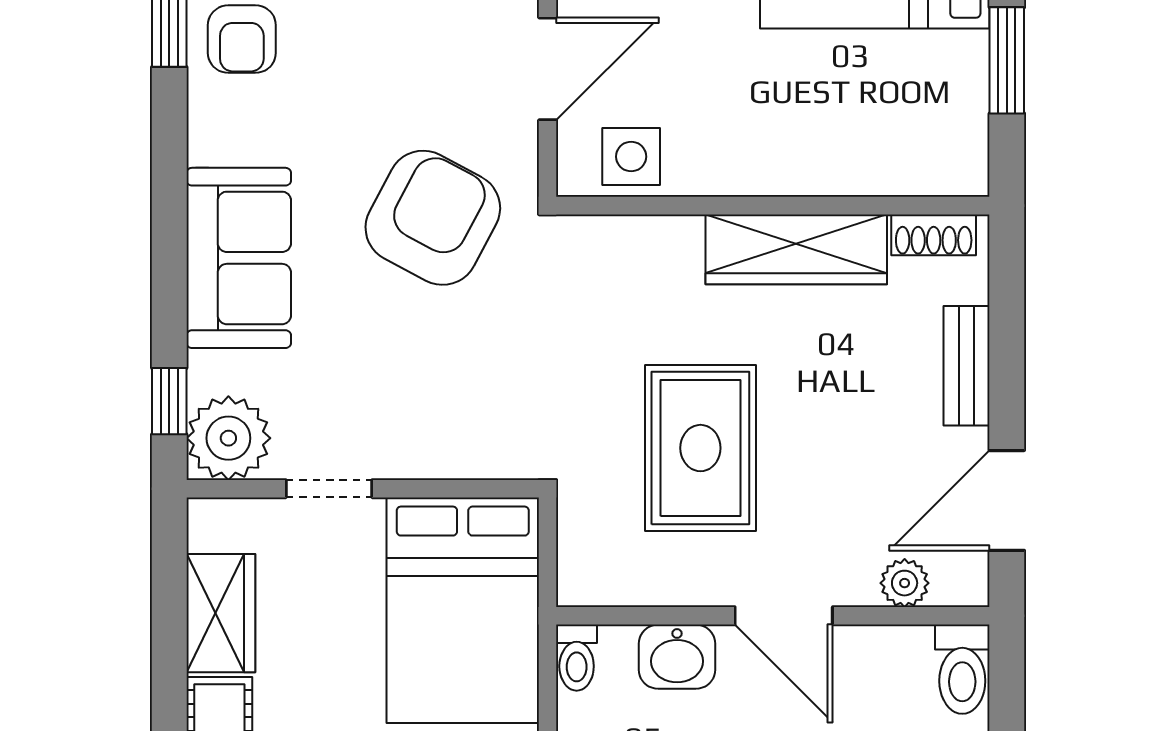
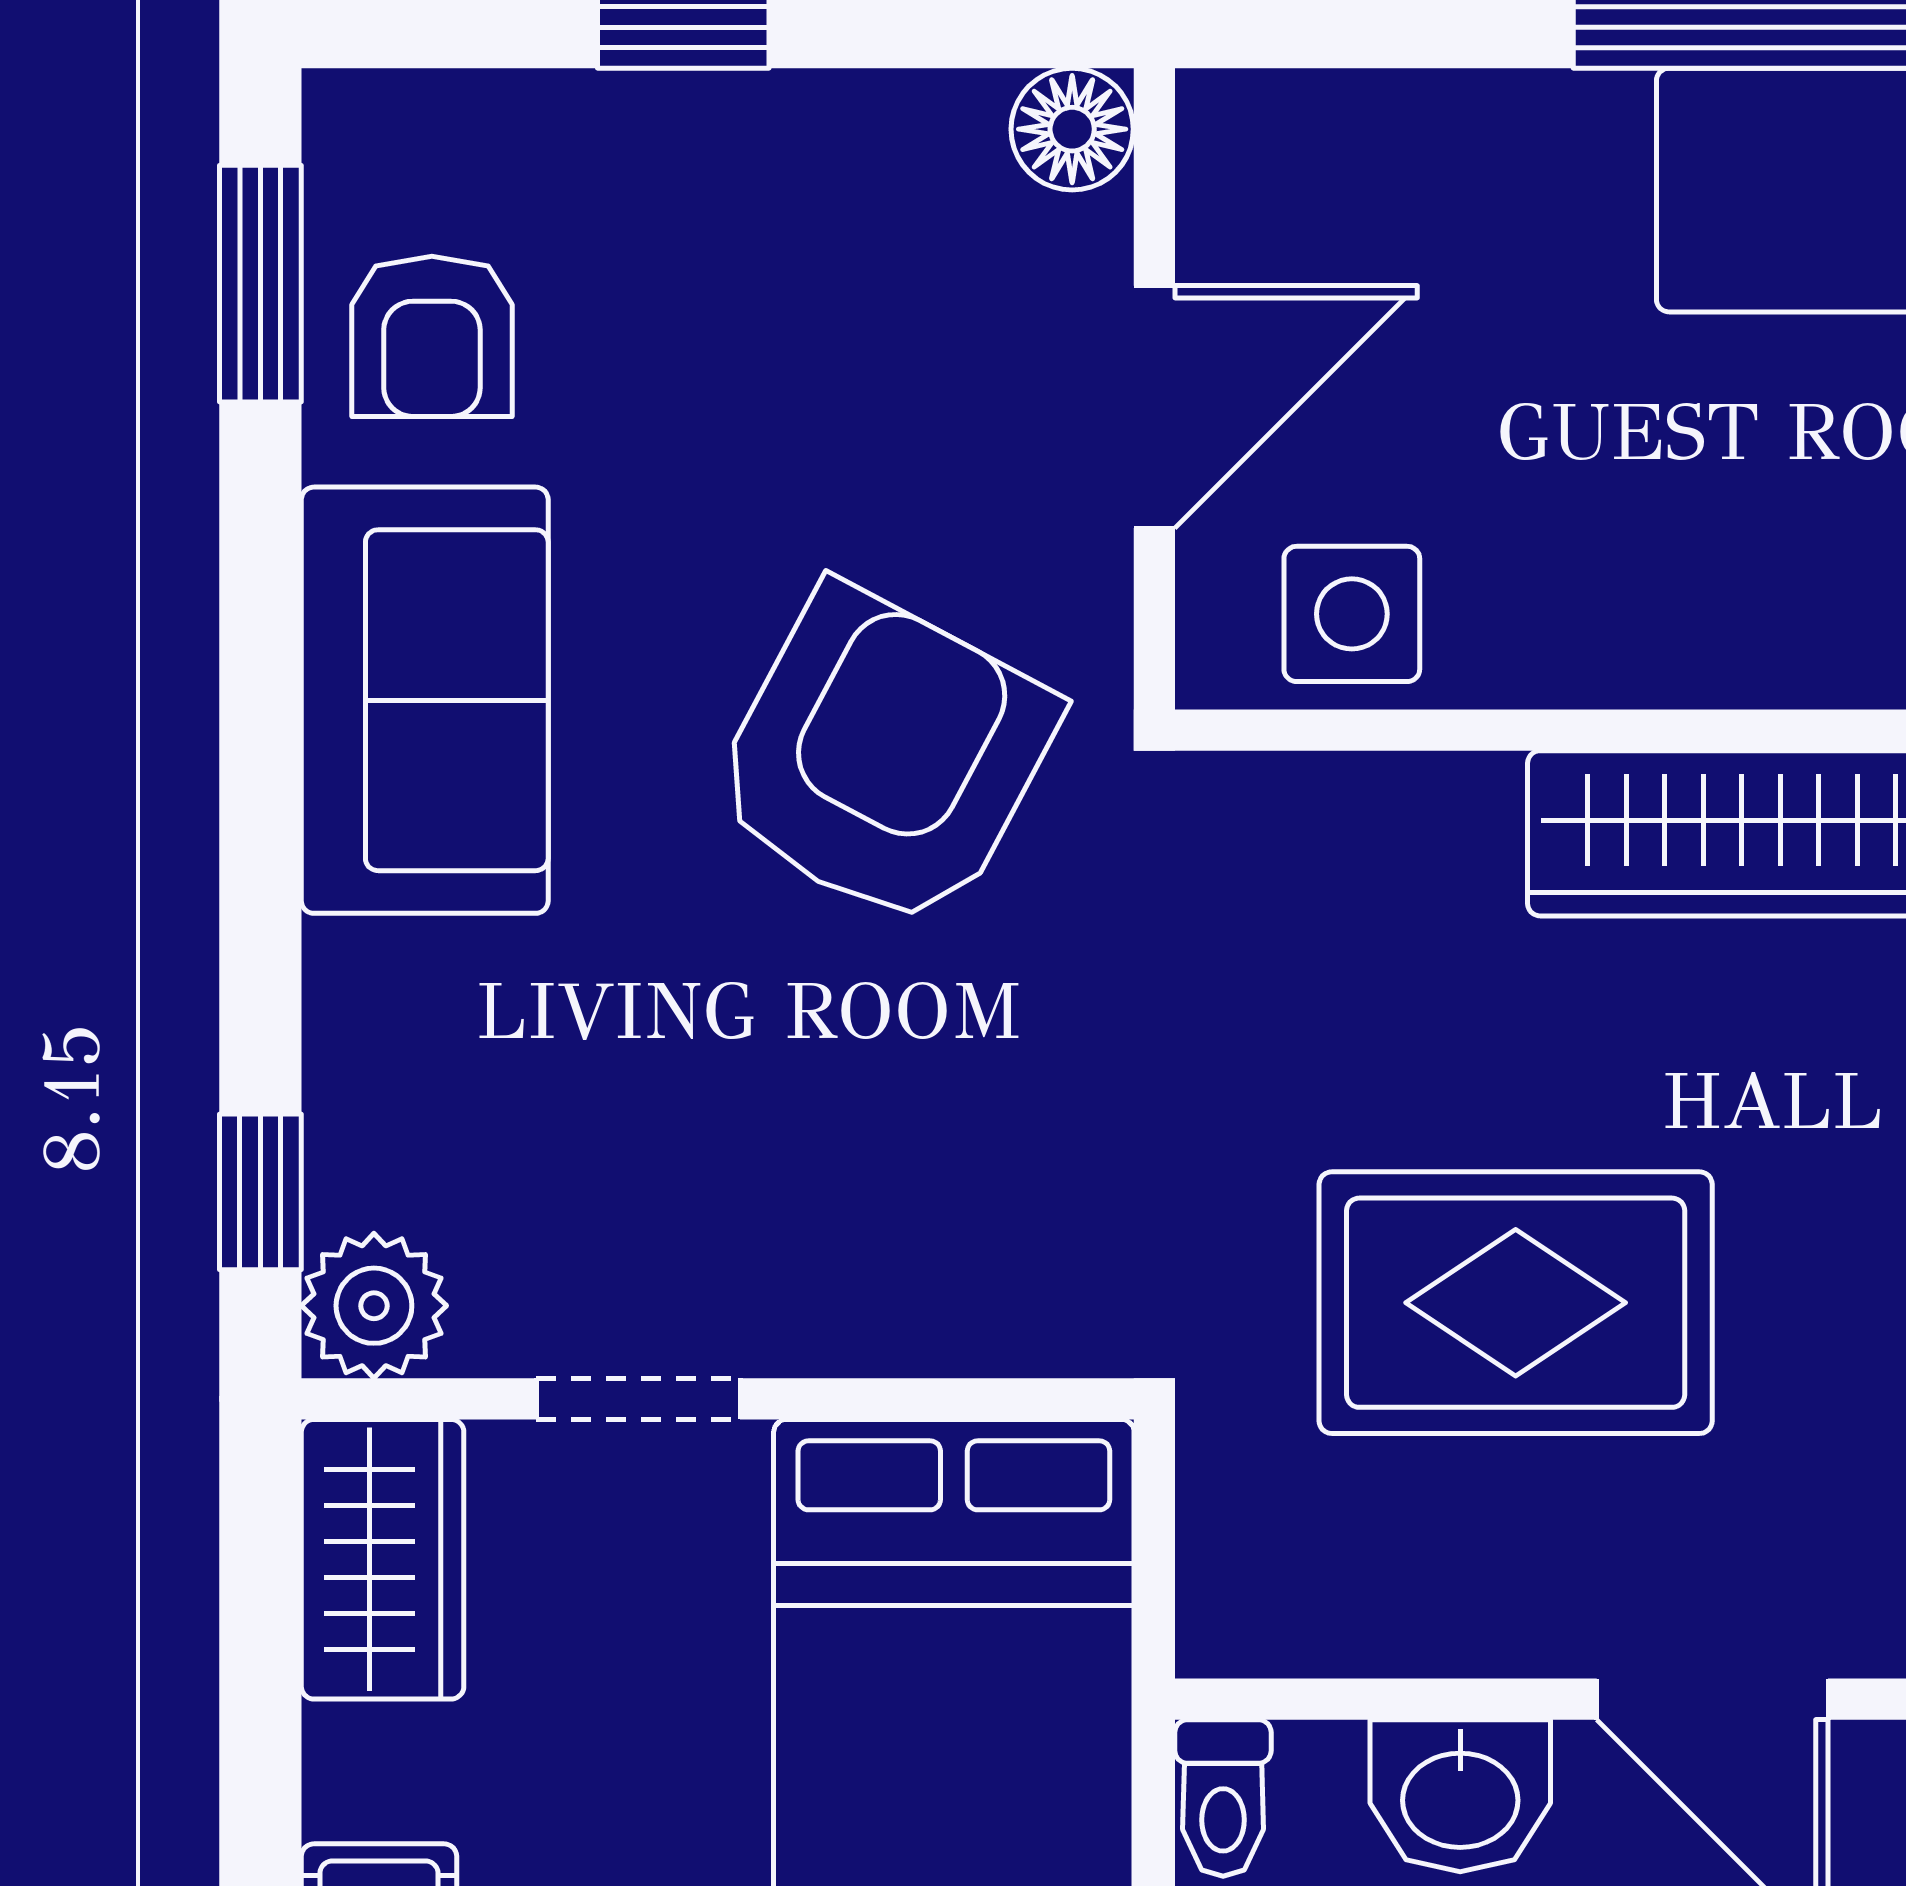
sofa: (239, 258) -> (425, 700), moved
plant: (228, 438) -> (374, 1306), width x0.73, depth x0.73
rug: (700, 448) -> (1516, 1303), turned 90
wardrobe: (221, 613) -> (383, 1559), moved

